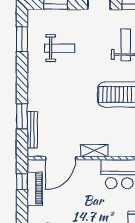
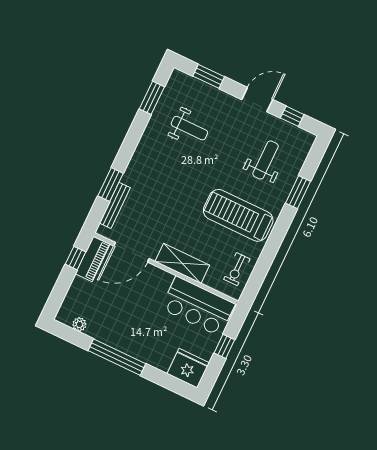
shelving: (94, 151) -> (182, 263), width x1.50, depth x1.33
piano: (35, 189) -> (93, 259), moved

